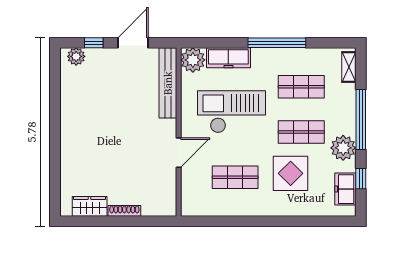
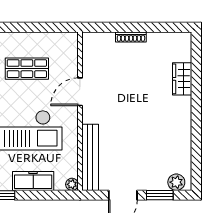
window: (94, 43) -> (160, 195), width x1.50
plant: (193, 60) -> (72, 184), width x0.53, depth x0.53
wardrobe: (90, 206) -> (182, 79), moved, turned 90

